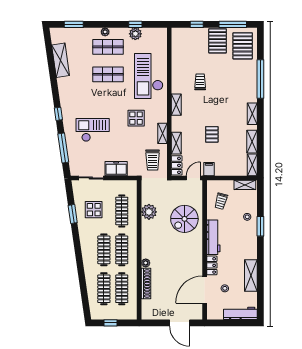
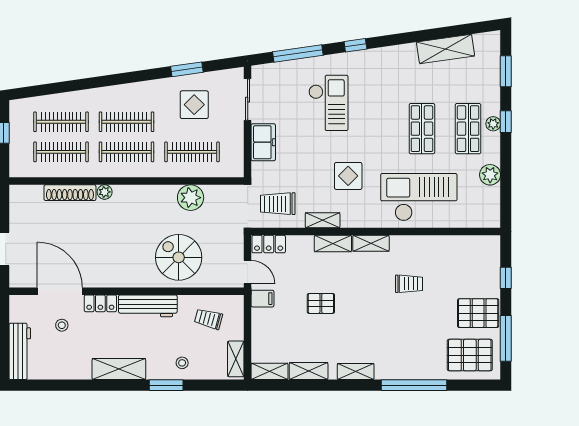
window: (135, 24) -> (506, 122), moved
shelving: (176, 143) -> (333, 244), moved
shelving: (251, 275) -> (119, 369), moved

